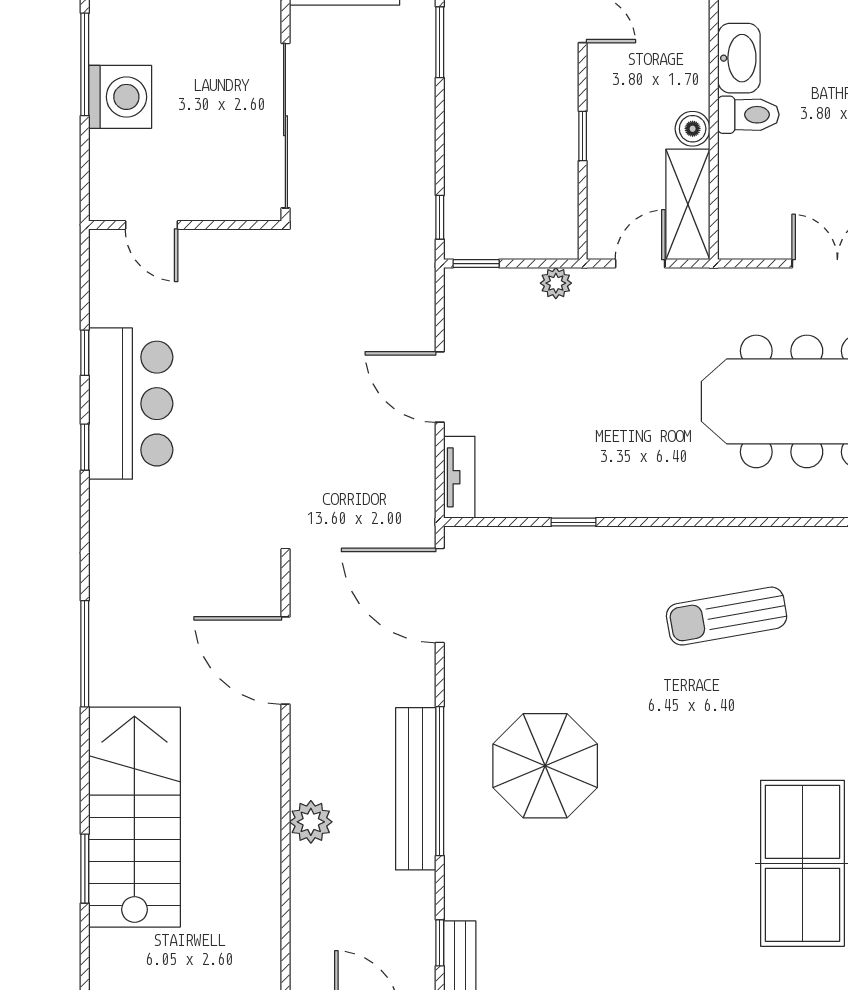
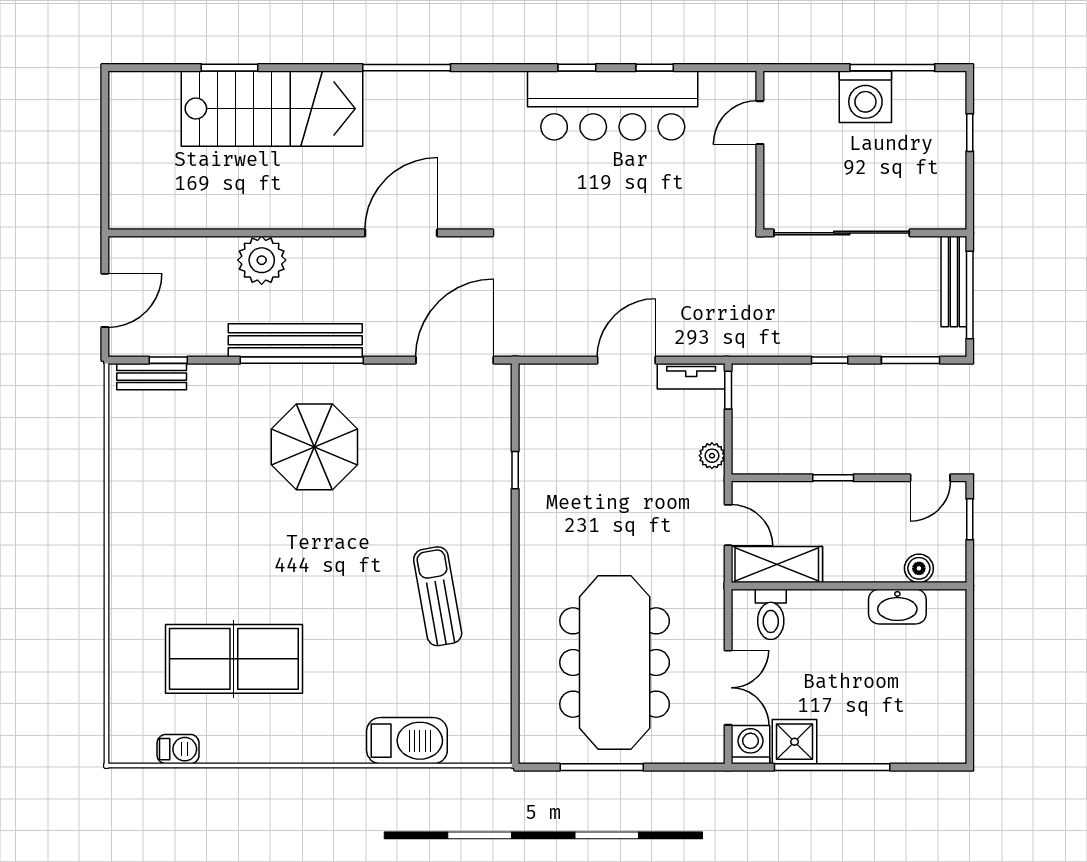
toilet: (748, 115) -> (771, 614), moved
boiler: (693, 129) -> (919, 568), moved
window: (440, 217) -> (830, 360), moved
bar counter: (131, 404) -> (613, 105), width x1.36
tv unit: (459, 477) -> (691, 376), moved
plant: (311, 822) -> (262, 260), width x1.36, depth x1.36

